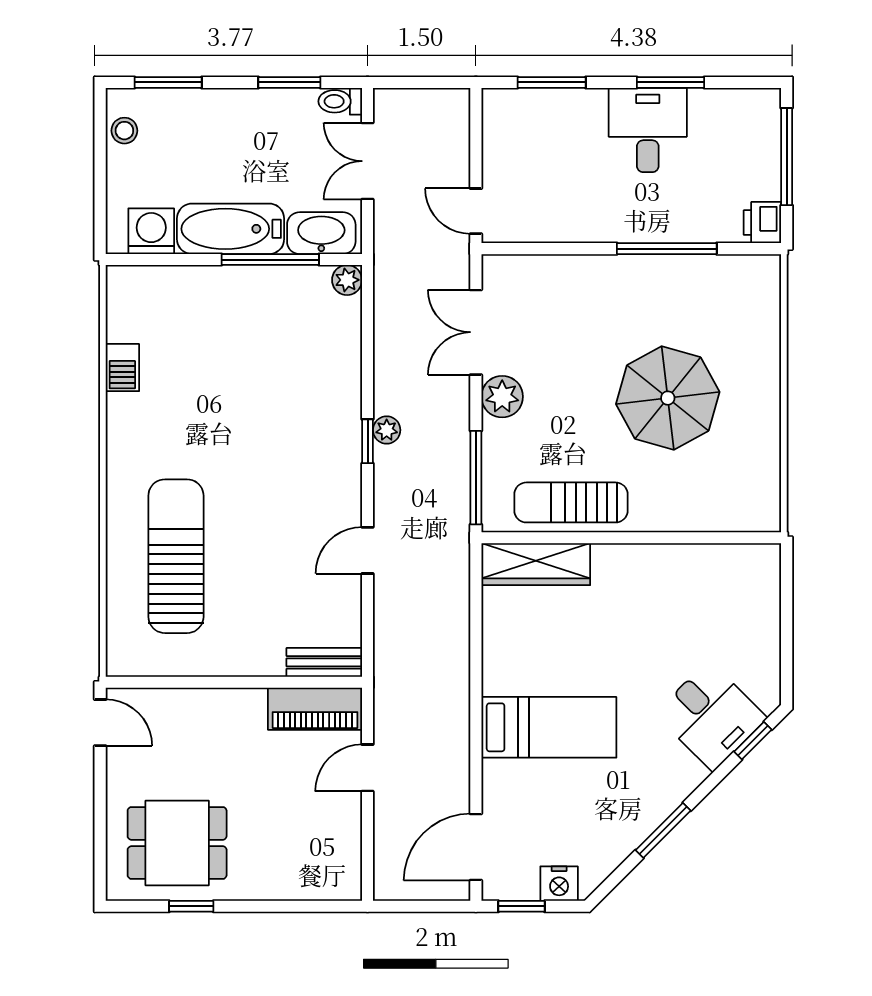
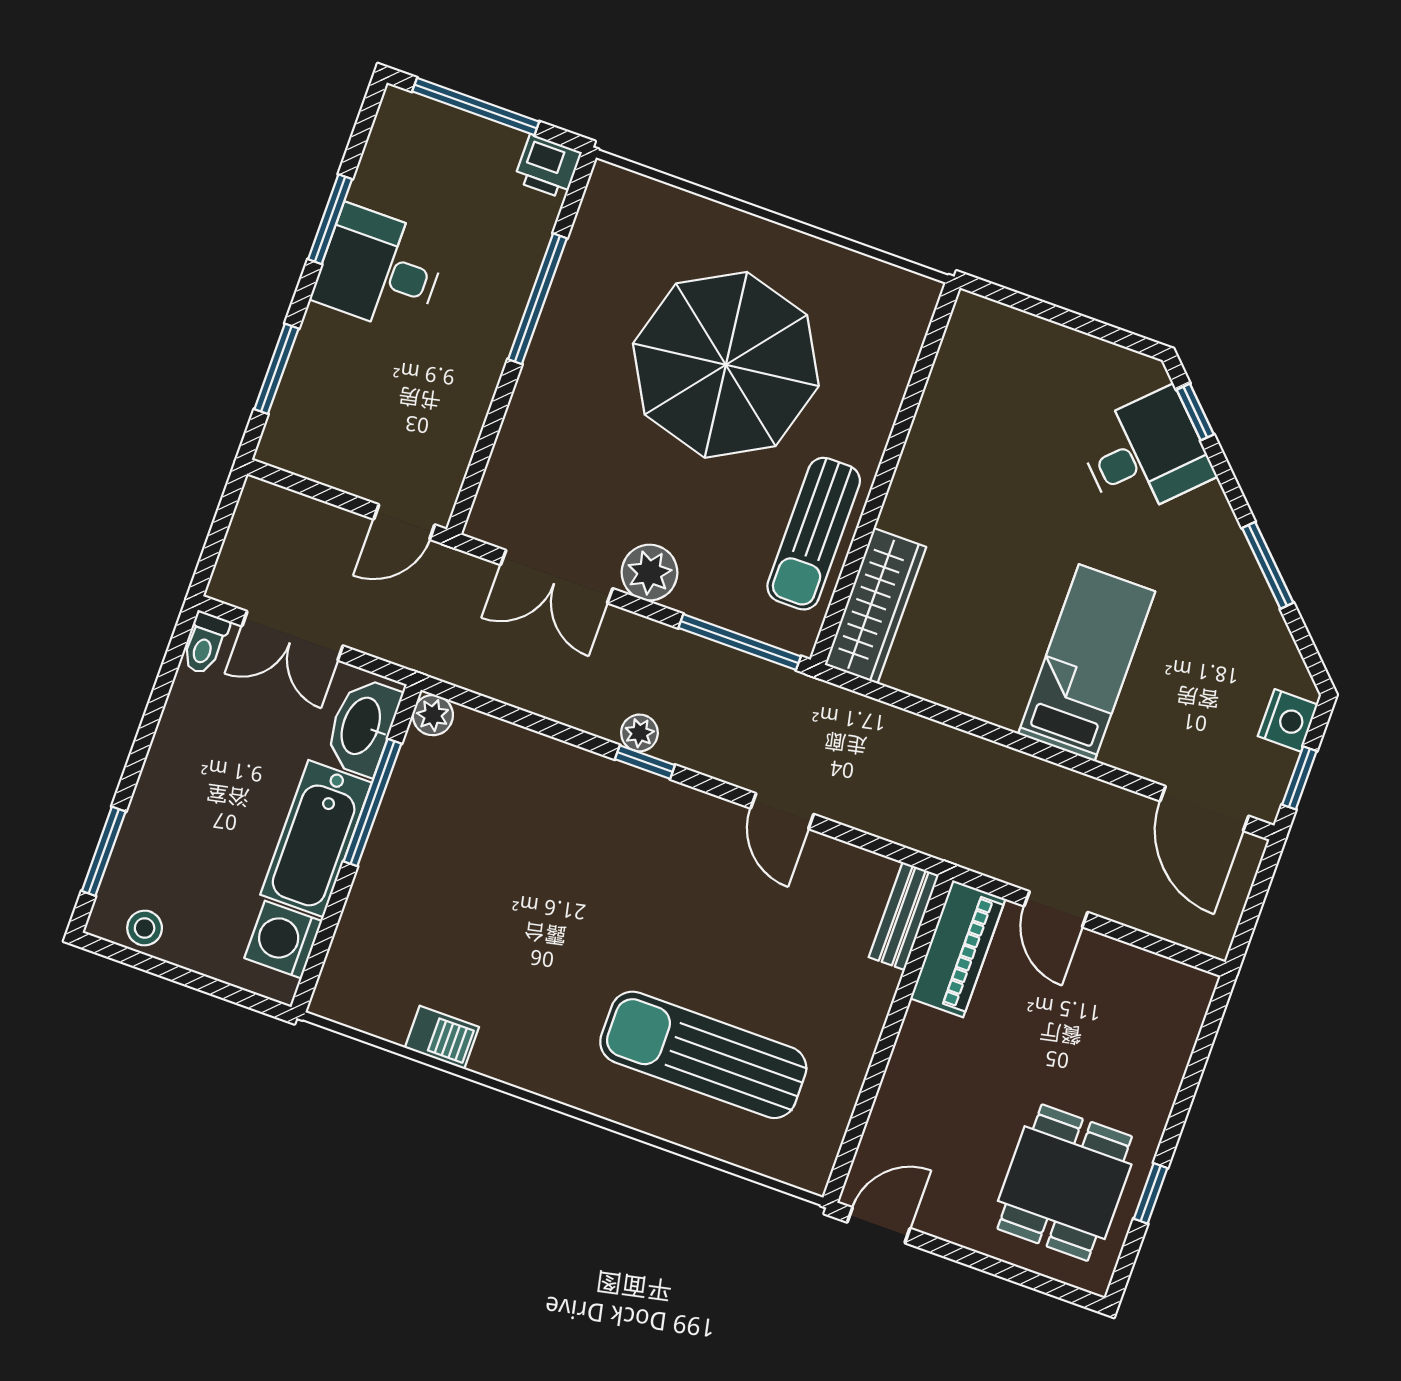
window: (289, 82) -> (158, 699), removed
parasol: (668, 398) -> (726, 365), width x1.36, depth x1.36

